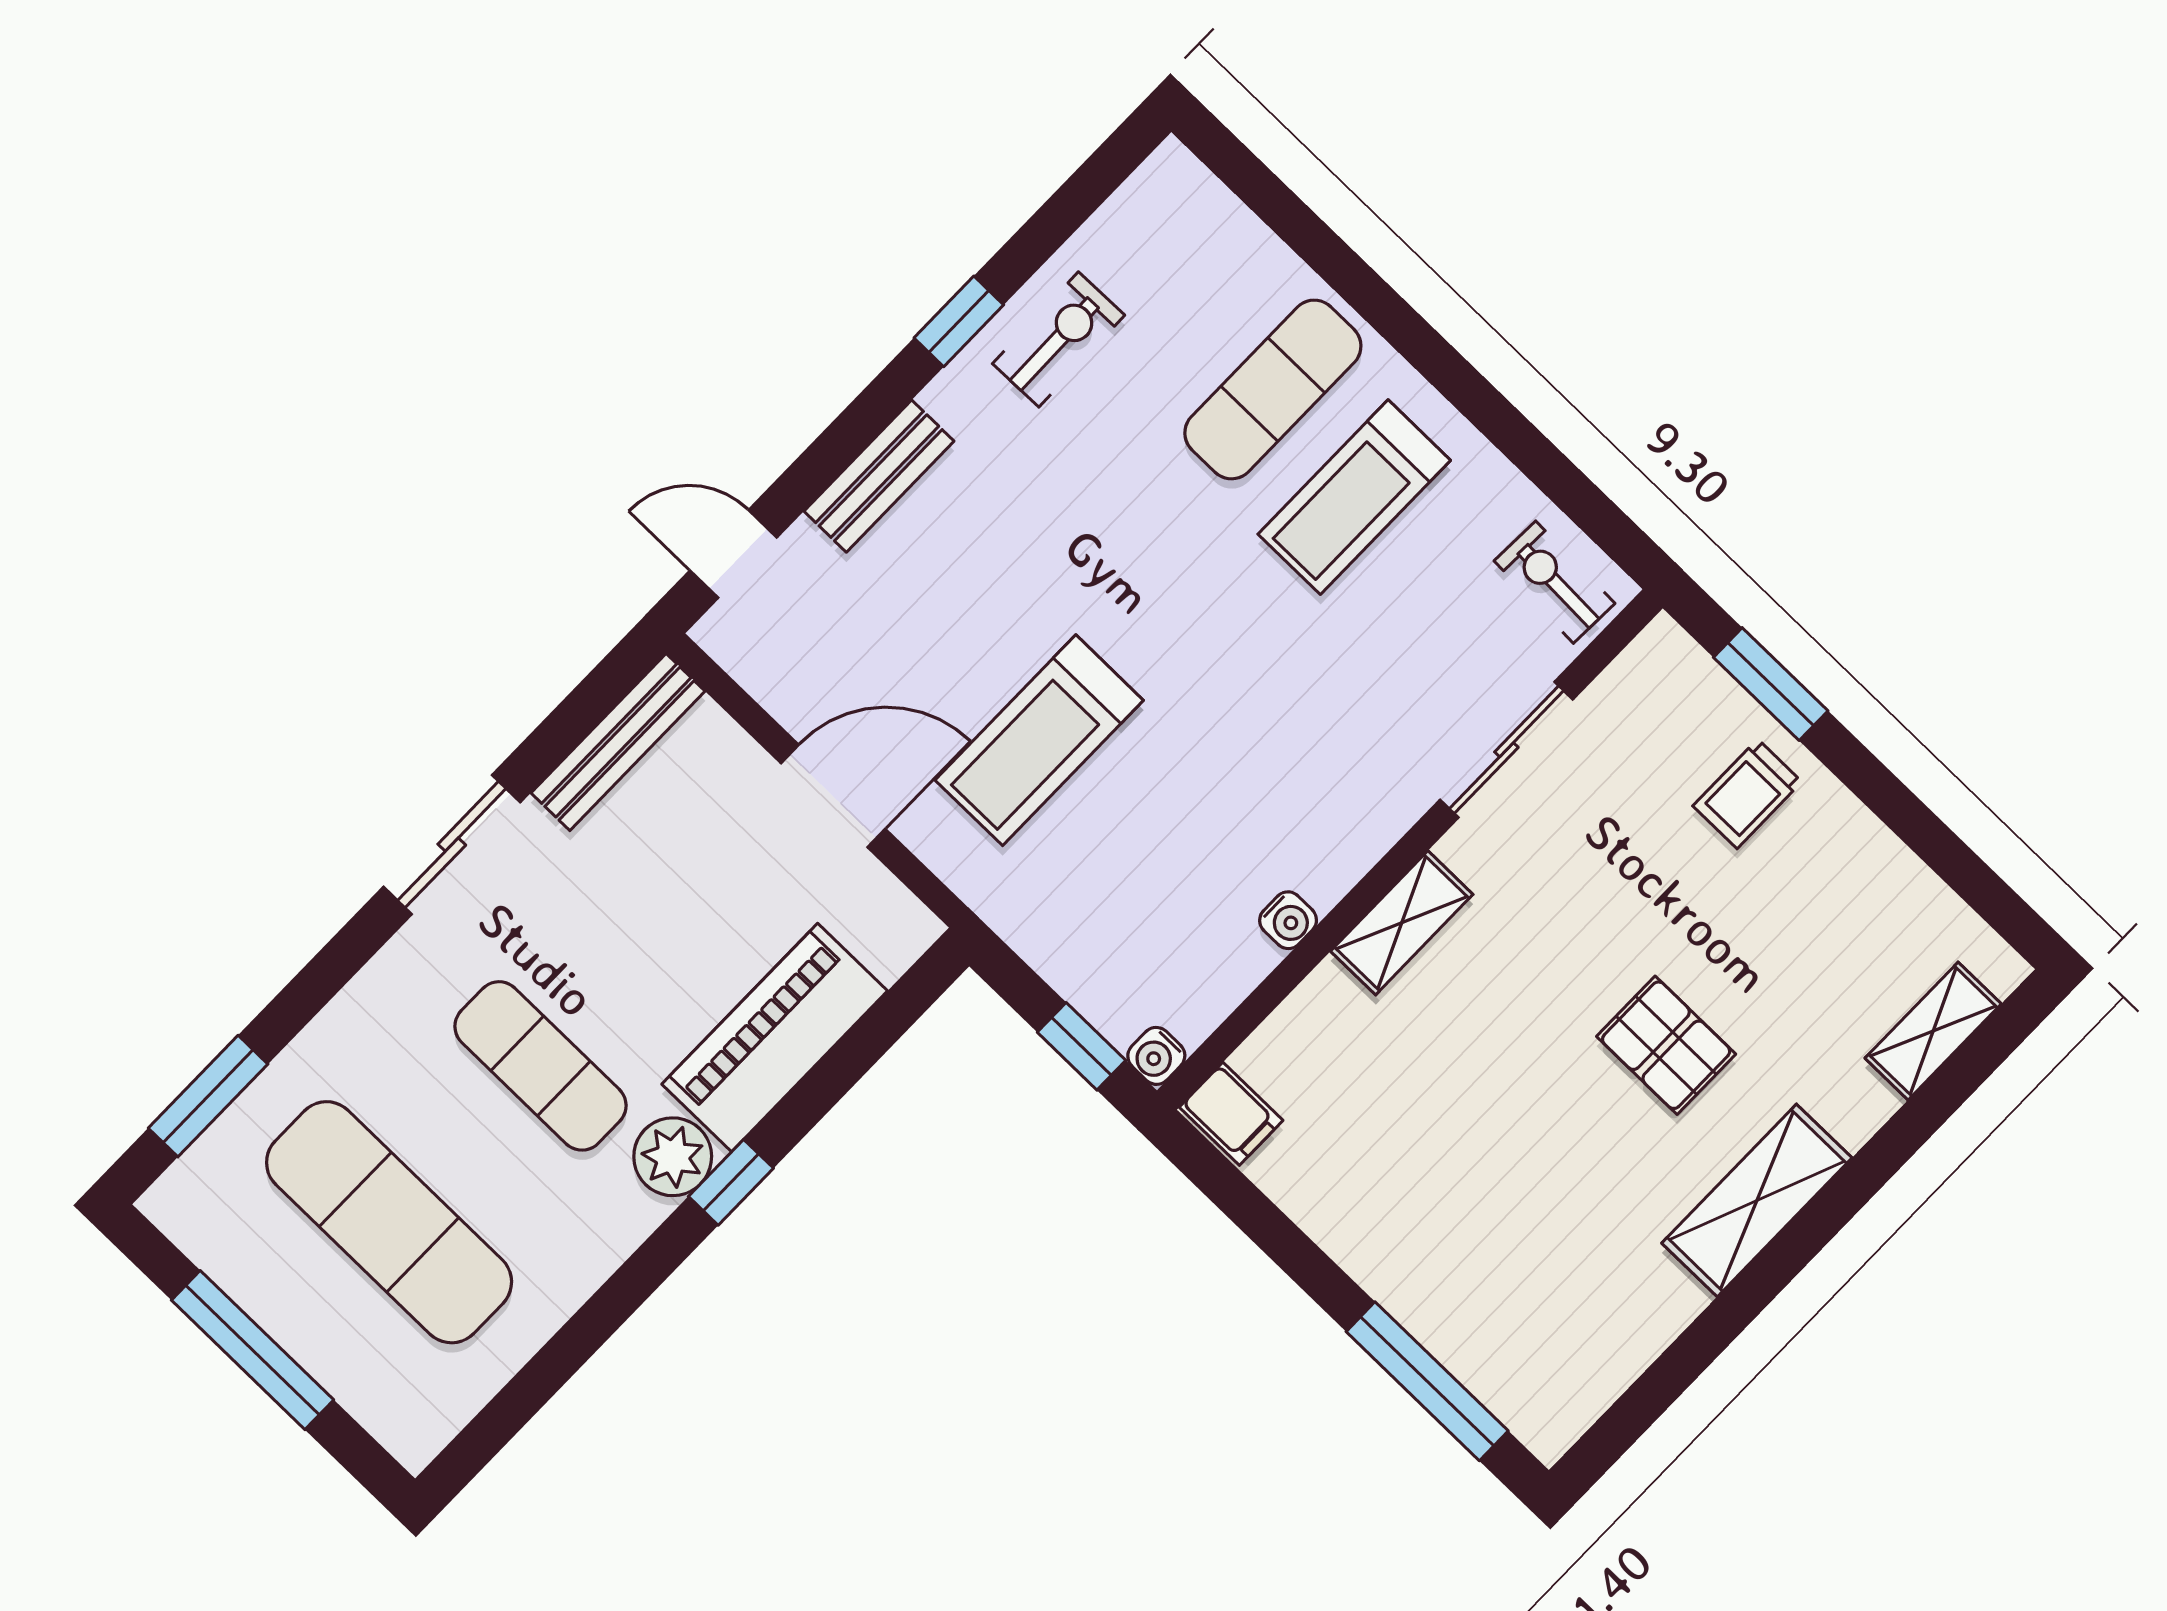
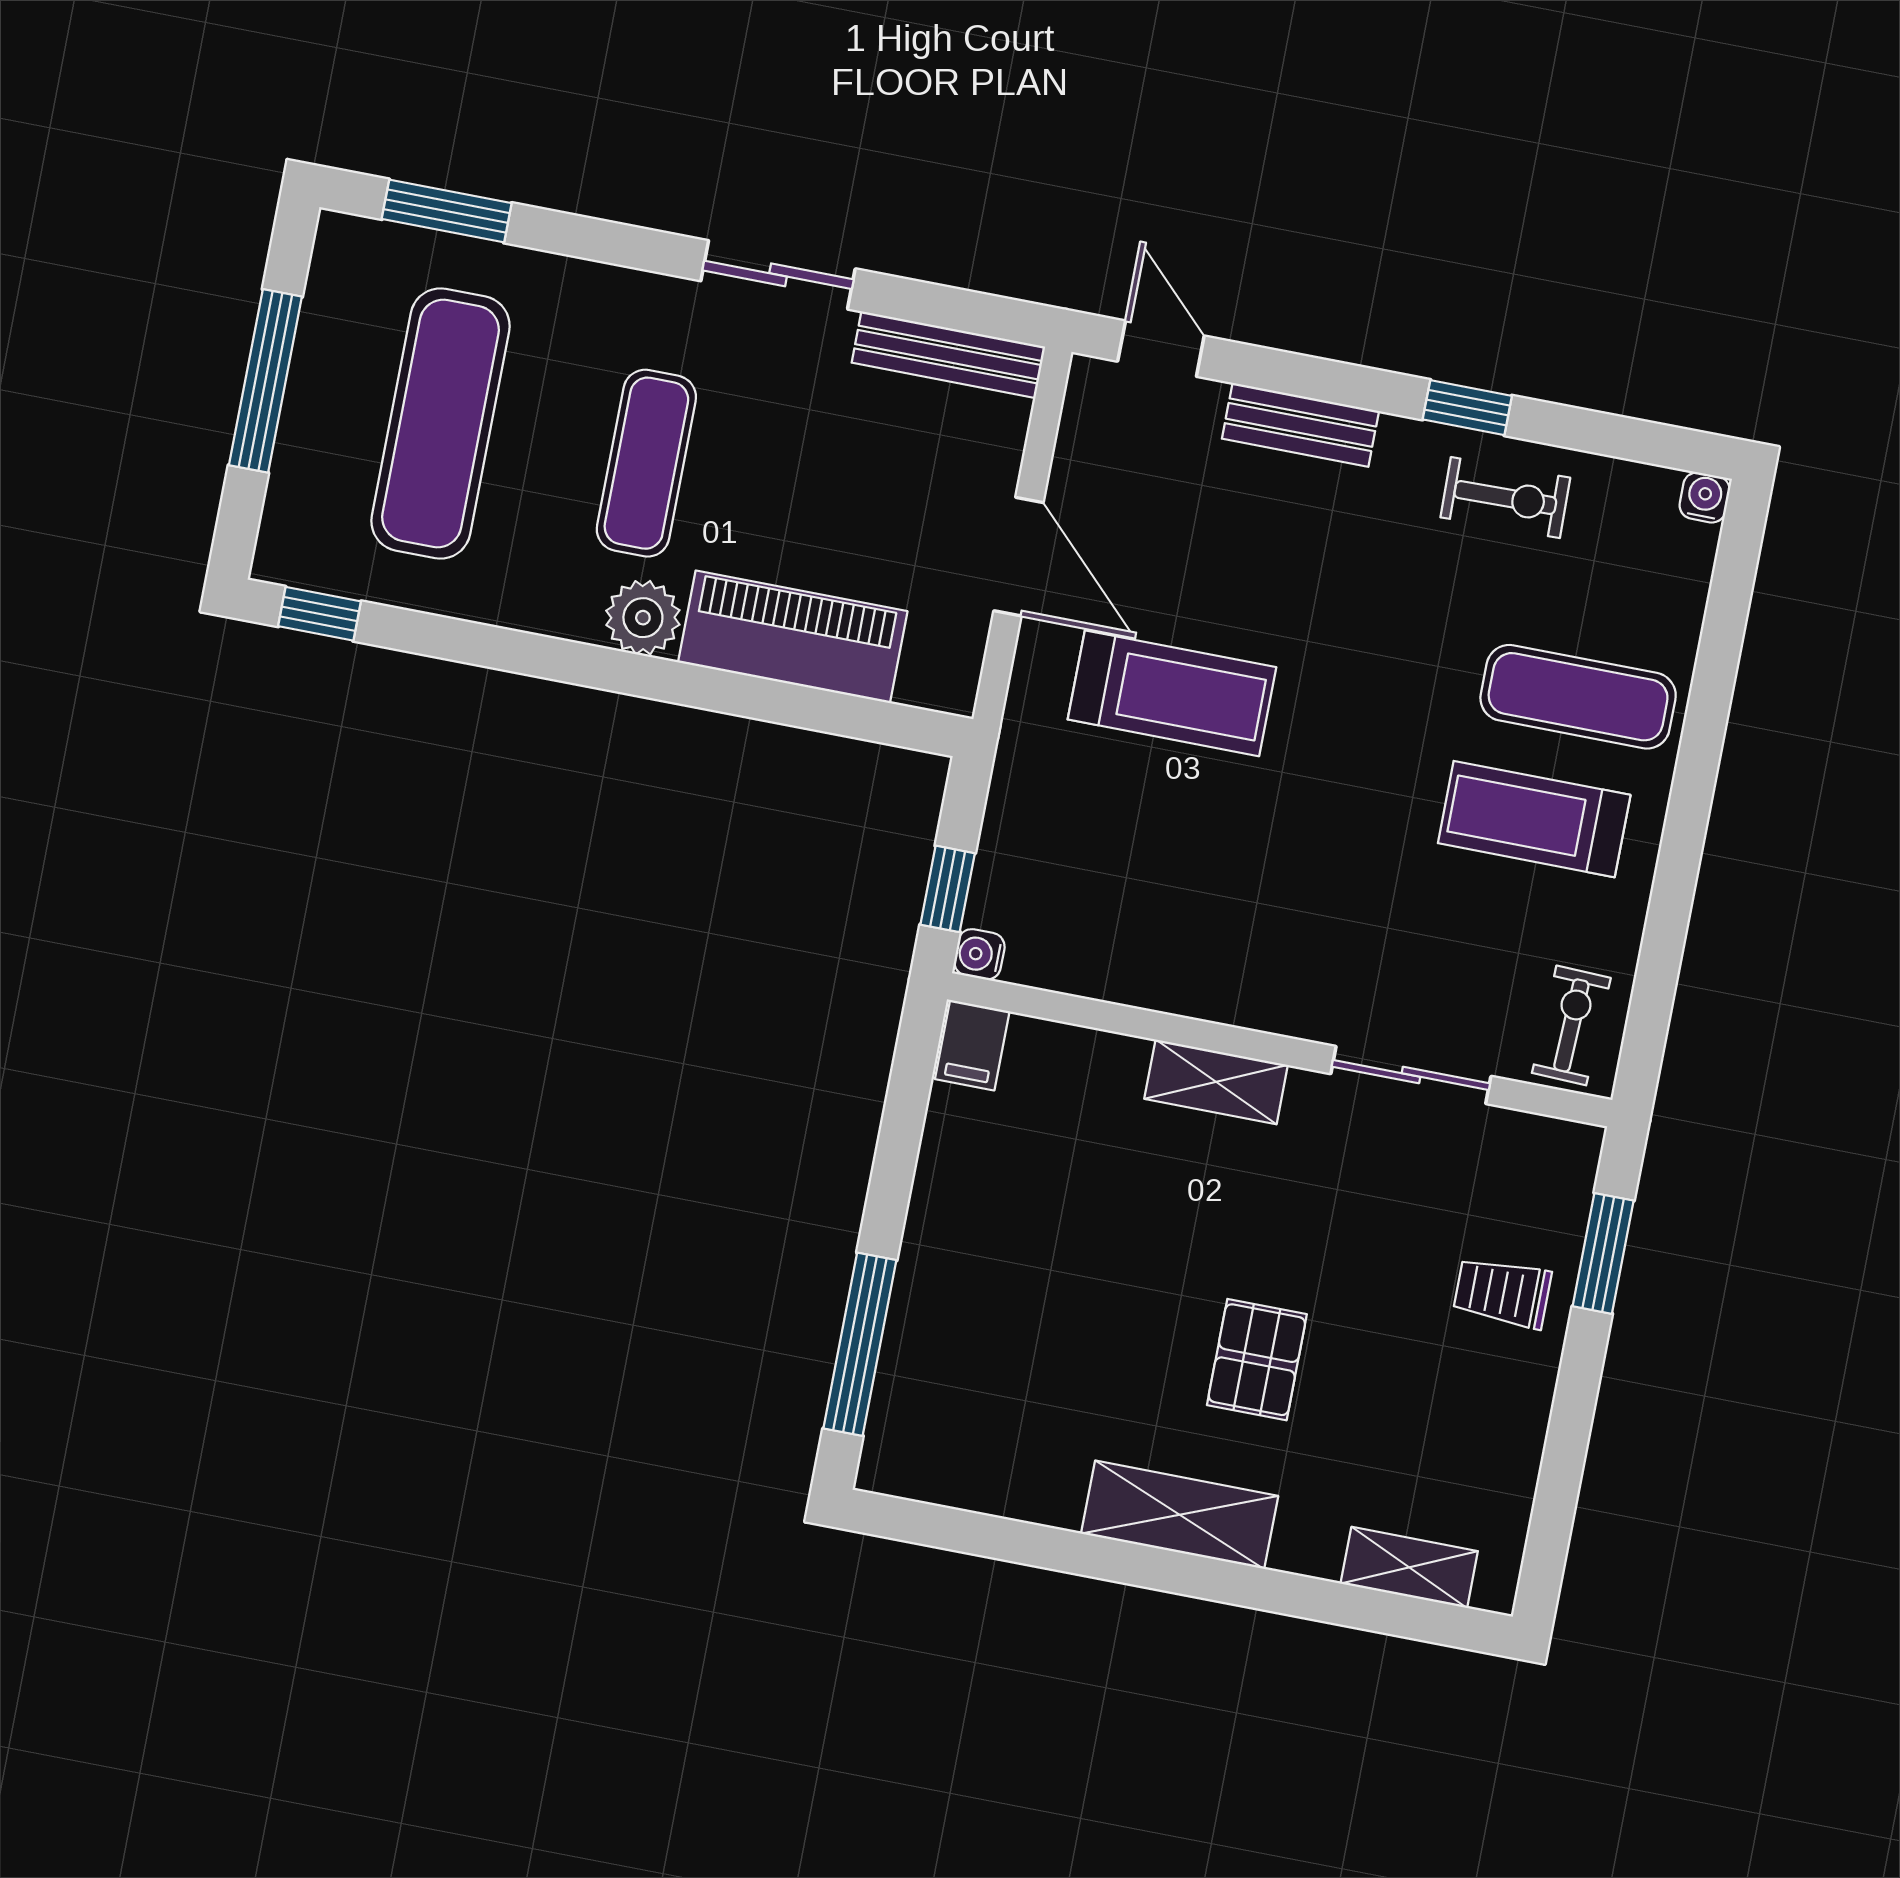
treadmill: (1039, 740) -> (1172, 693), turned 180
water cooler: (1288, 920) -> (1705, 497), moved, turned 180
window: (731, 1182) -> (319, 614), moved

